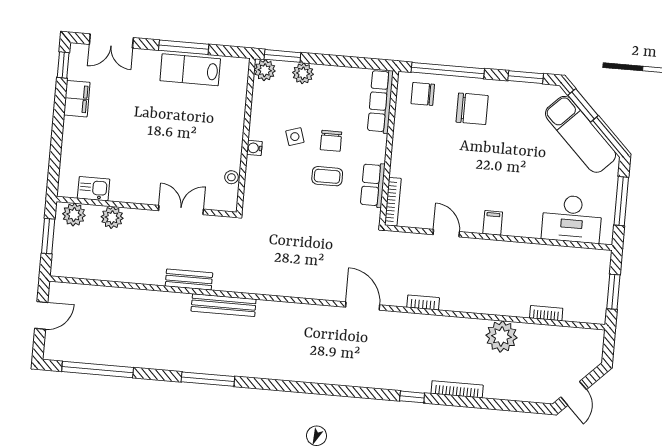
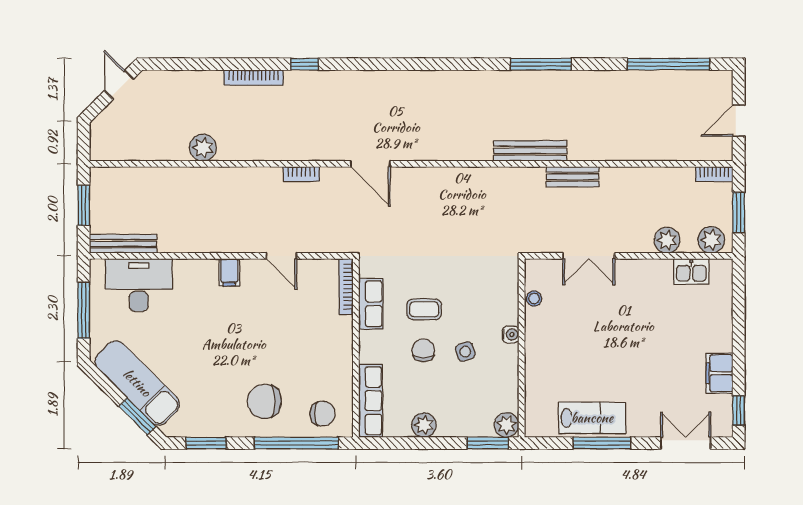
plant: (303, 73) -> (424, 425), moved
bench: (582, 256) -> (123, 244), added
bookcase: (546, 313) -> (714, 174), moved
plant: (501, 336) -> (203, 148), width x0.73, depth x0.73

